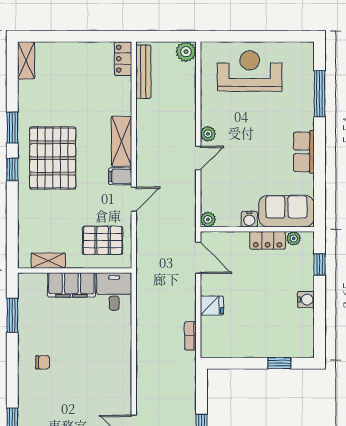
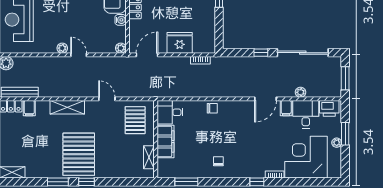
pallet: (53, 158) -> (79, 154), turned 90
filing cabinet: (120, 176) -> (29, 108), moved
fridge: (212, 305) -> (180, 43), width x1.88, depth x1.34
chair: (120, 353) -> (212, 108), added

